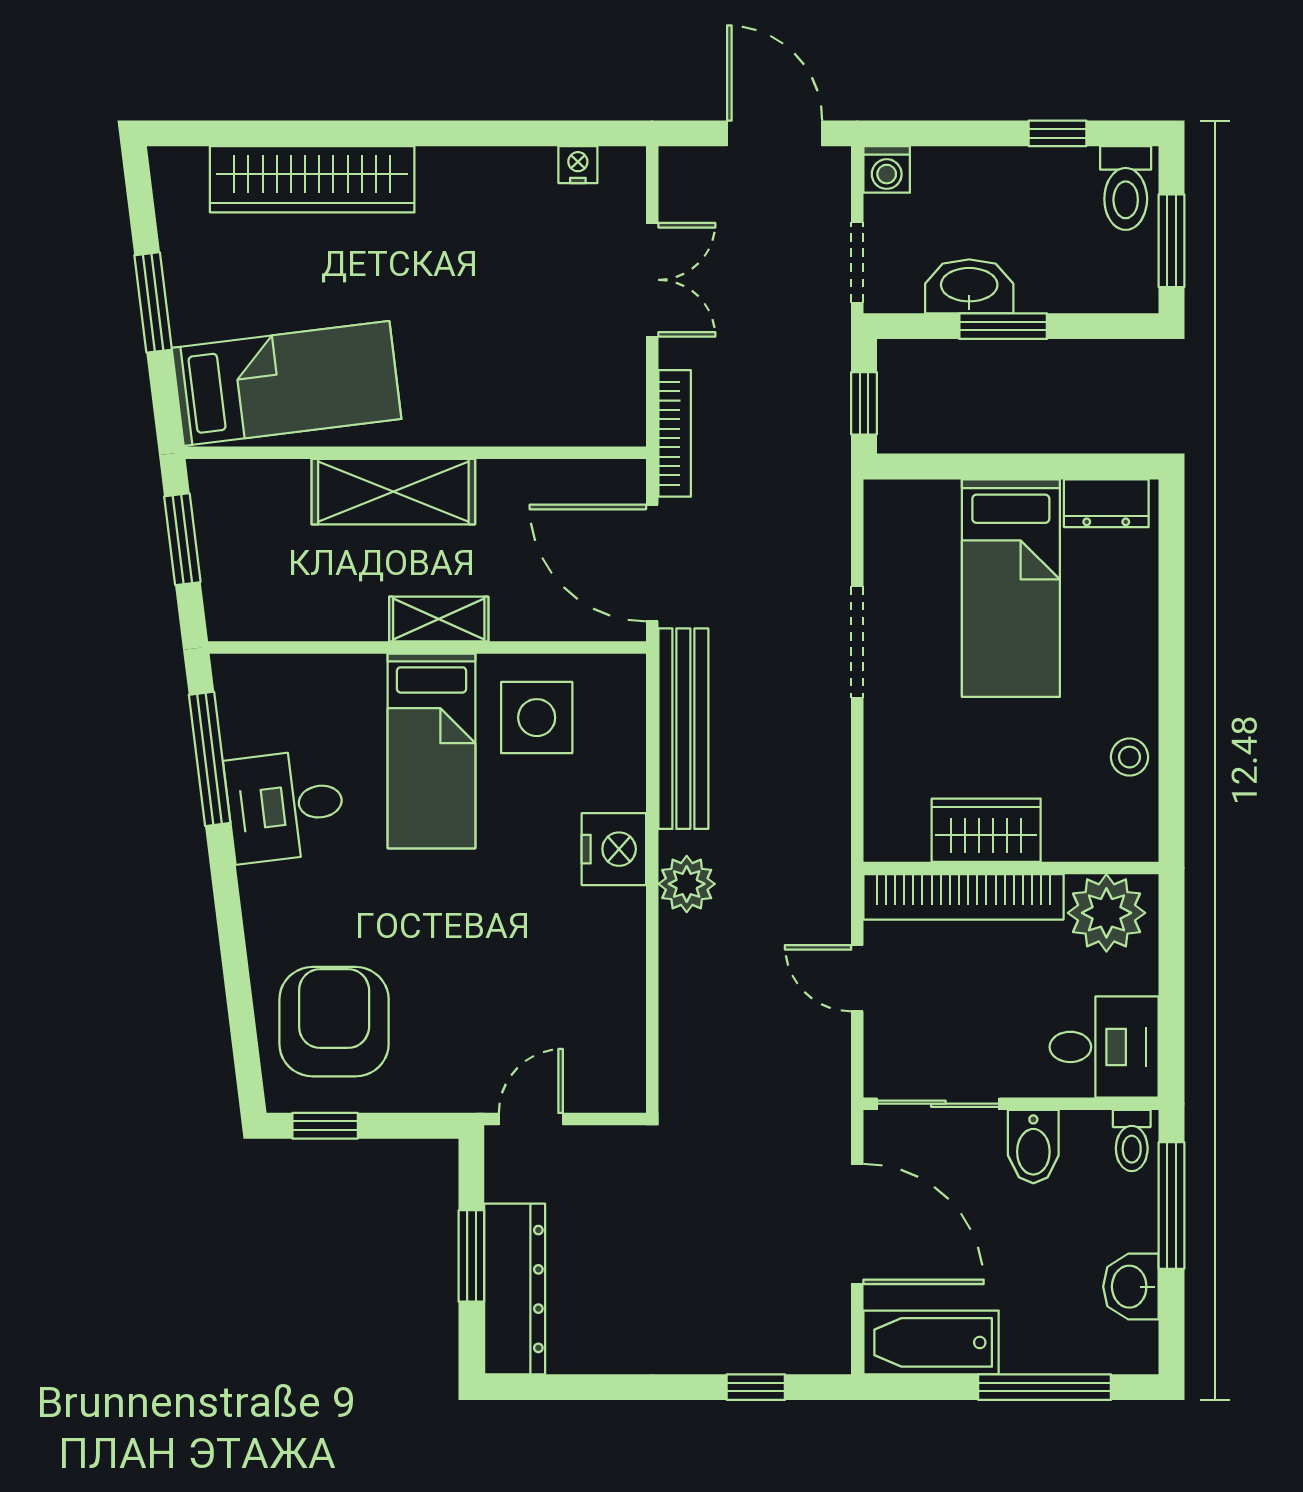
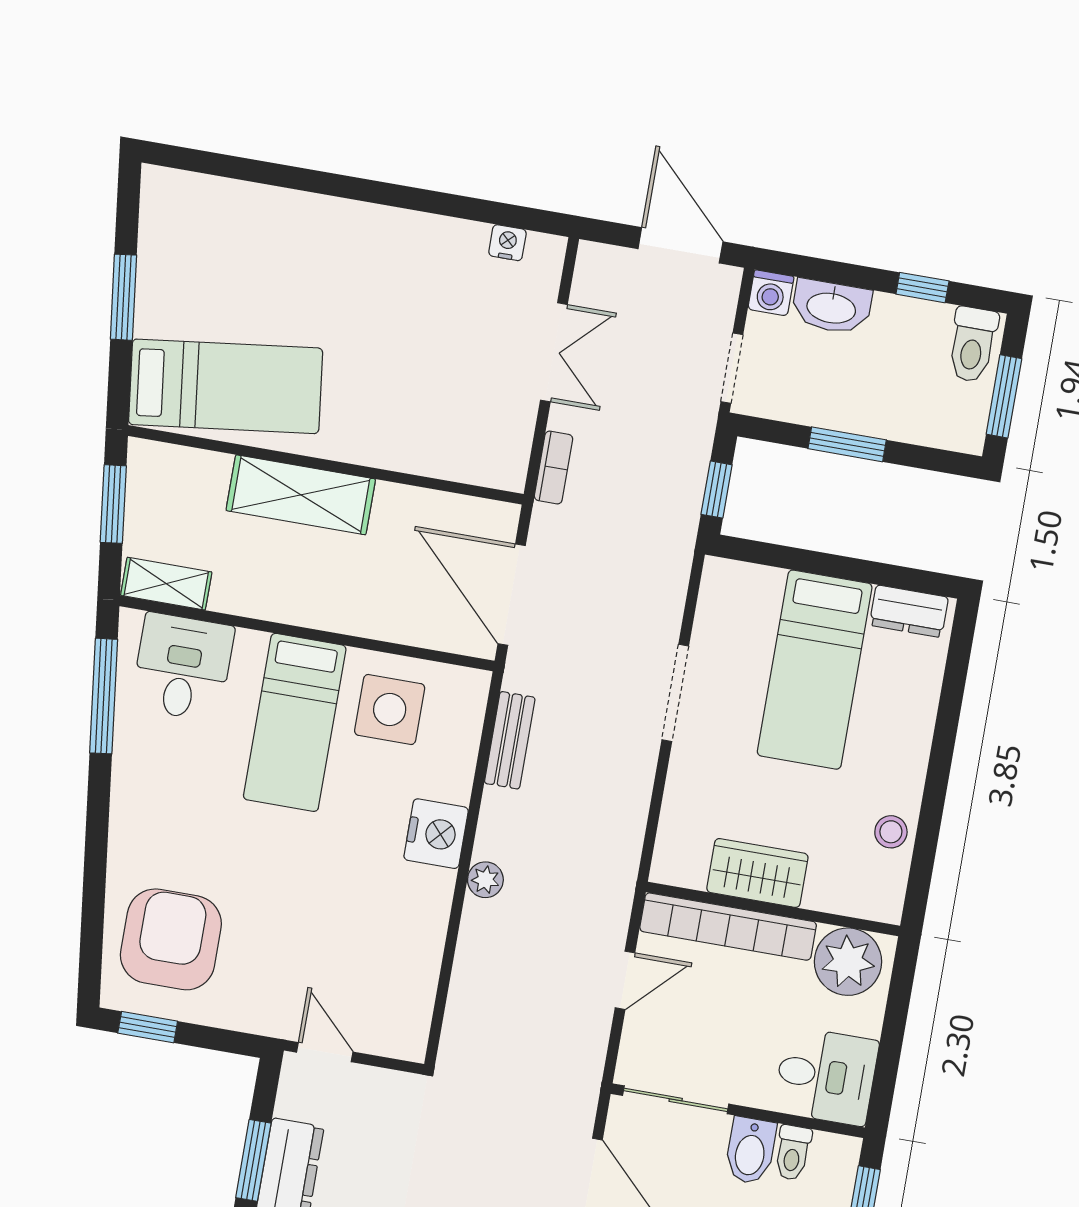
wardrobe: (312, 179) -> (278, 216), removed
washbasin: (969, 286) -> (831, 307), moved, turned 180
bookcase: (675, 433) -> (554, 468), width x0.64
shelving: (439, 619) -> (166, 584), moved
bench: (683, 729) -> (510, 740), width x0.54, depth x0.82
desk: (285, 806) -> (183, 667), moved, turned 97
plant: (687, 884) -> (485, 880), width x0.73, depth x0.73
door: (857, 978) -> (625, 980), swing flipped
door: (531, 1119) -> (325, 1052), hinge flipped
toilet: (1132, 1140) -> (793, 1153), moved

